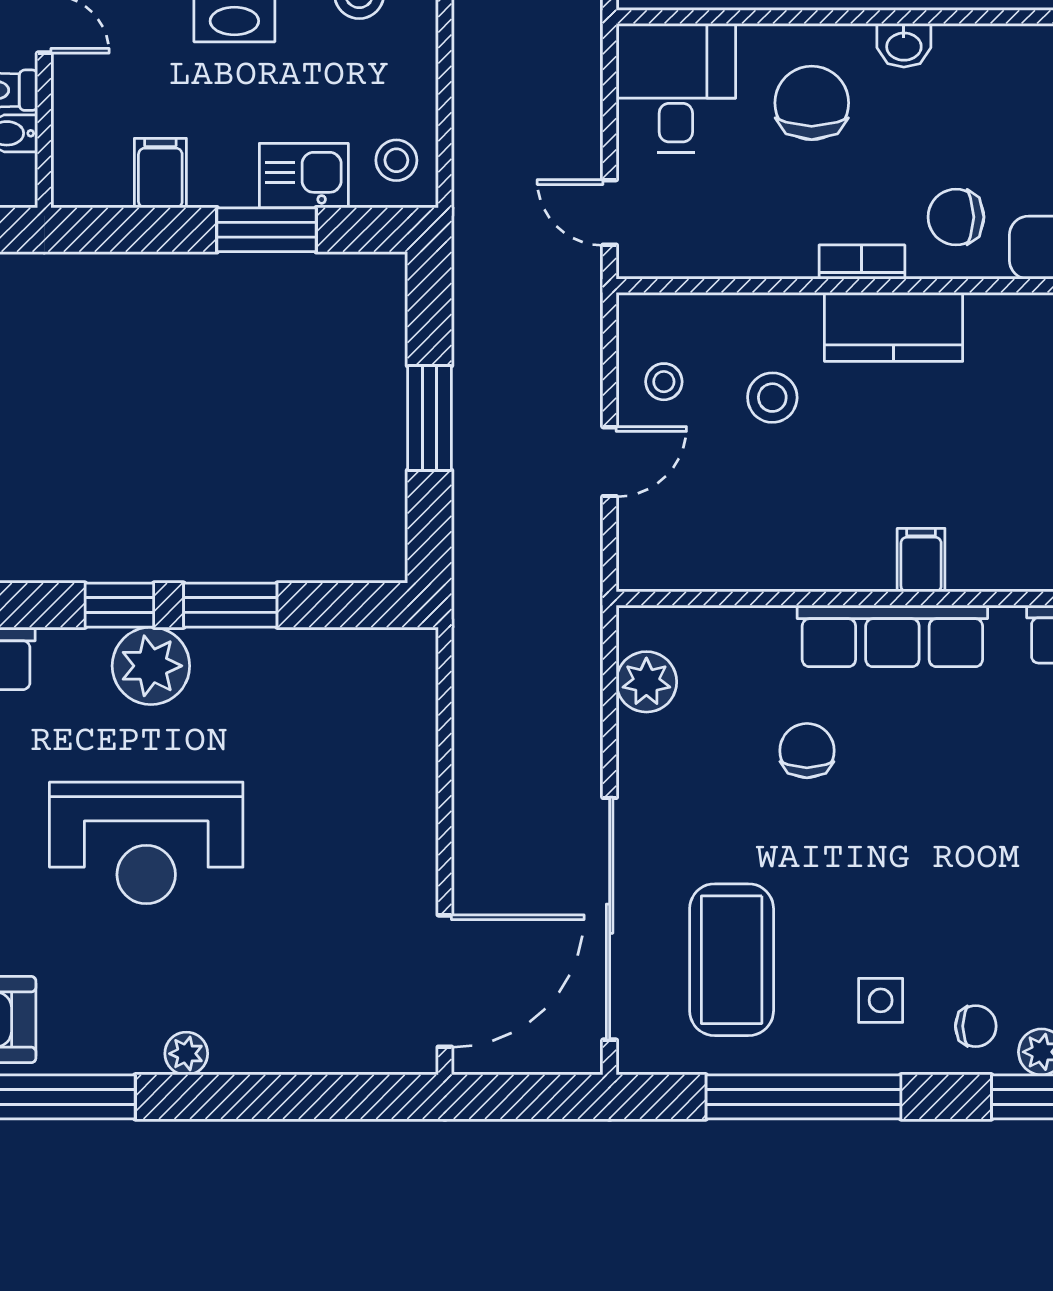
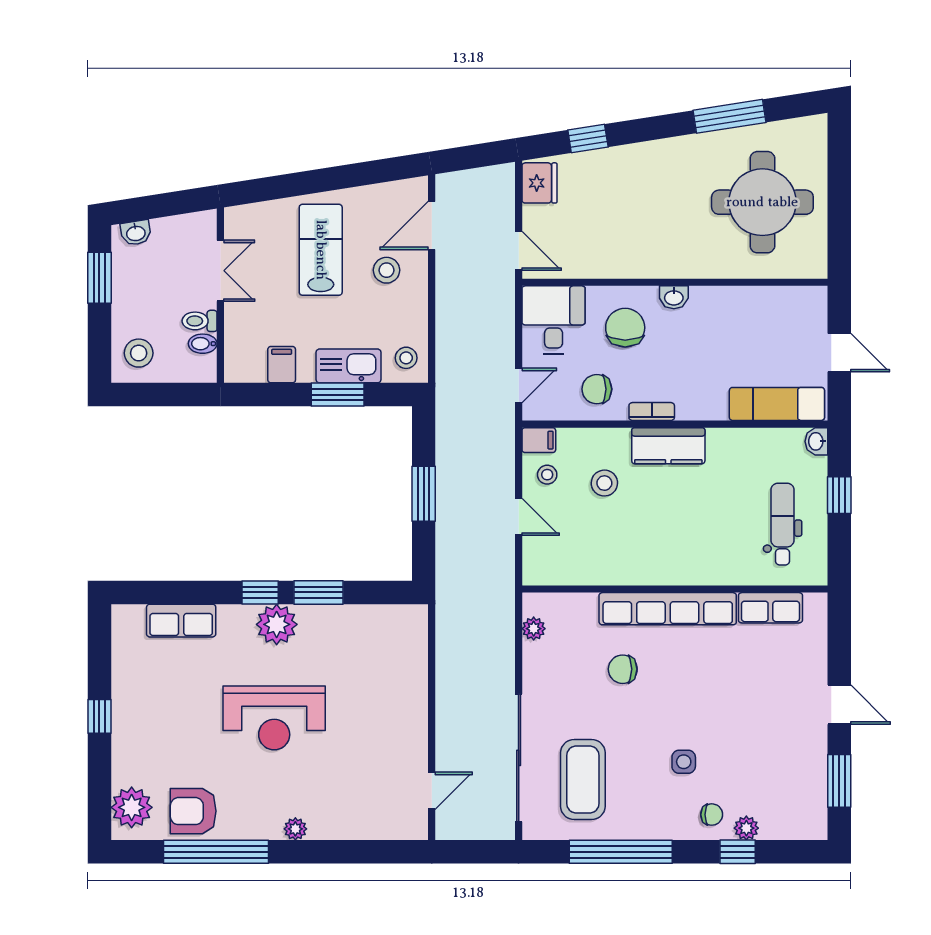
kitchen sink: (304, 176) -> (348, 366), width x1.38
door: (610, 212) -> (519, 385), swing flipped
chair: (956, 217) -> (597, 389), moved
door: (610, 462) -> (519, 517), hinge flipped
filing cabinet: (921, 560) -> (539, 440), moved, turned 90
row of seats: (892, 636) -> (668, 609), width x1.36
plant: (646, 682) -> (534, 629), width x0.73, depth x0.73
chair: (807, 751) -> (623, 669), turned -90
door: (445, 981) -> (432, 791), width x0.53
side table: (881, 1000) -> (684, 762), moved

